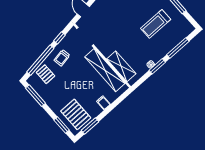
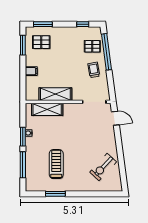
window: (60, 38) -> (110, 82), removed
shelving: (105, 70) -> (55, 94), width x0.68
window: (35, 96) -> (83, 24), width x0.46
pallet: (76, 114) -> (41, 42), width x0.67, depth x0.71

